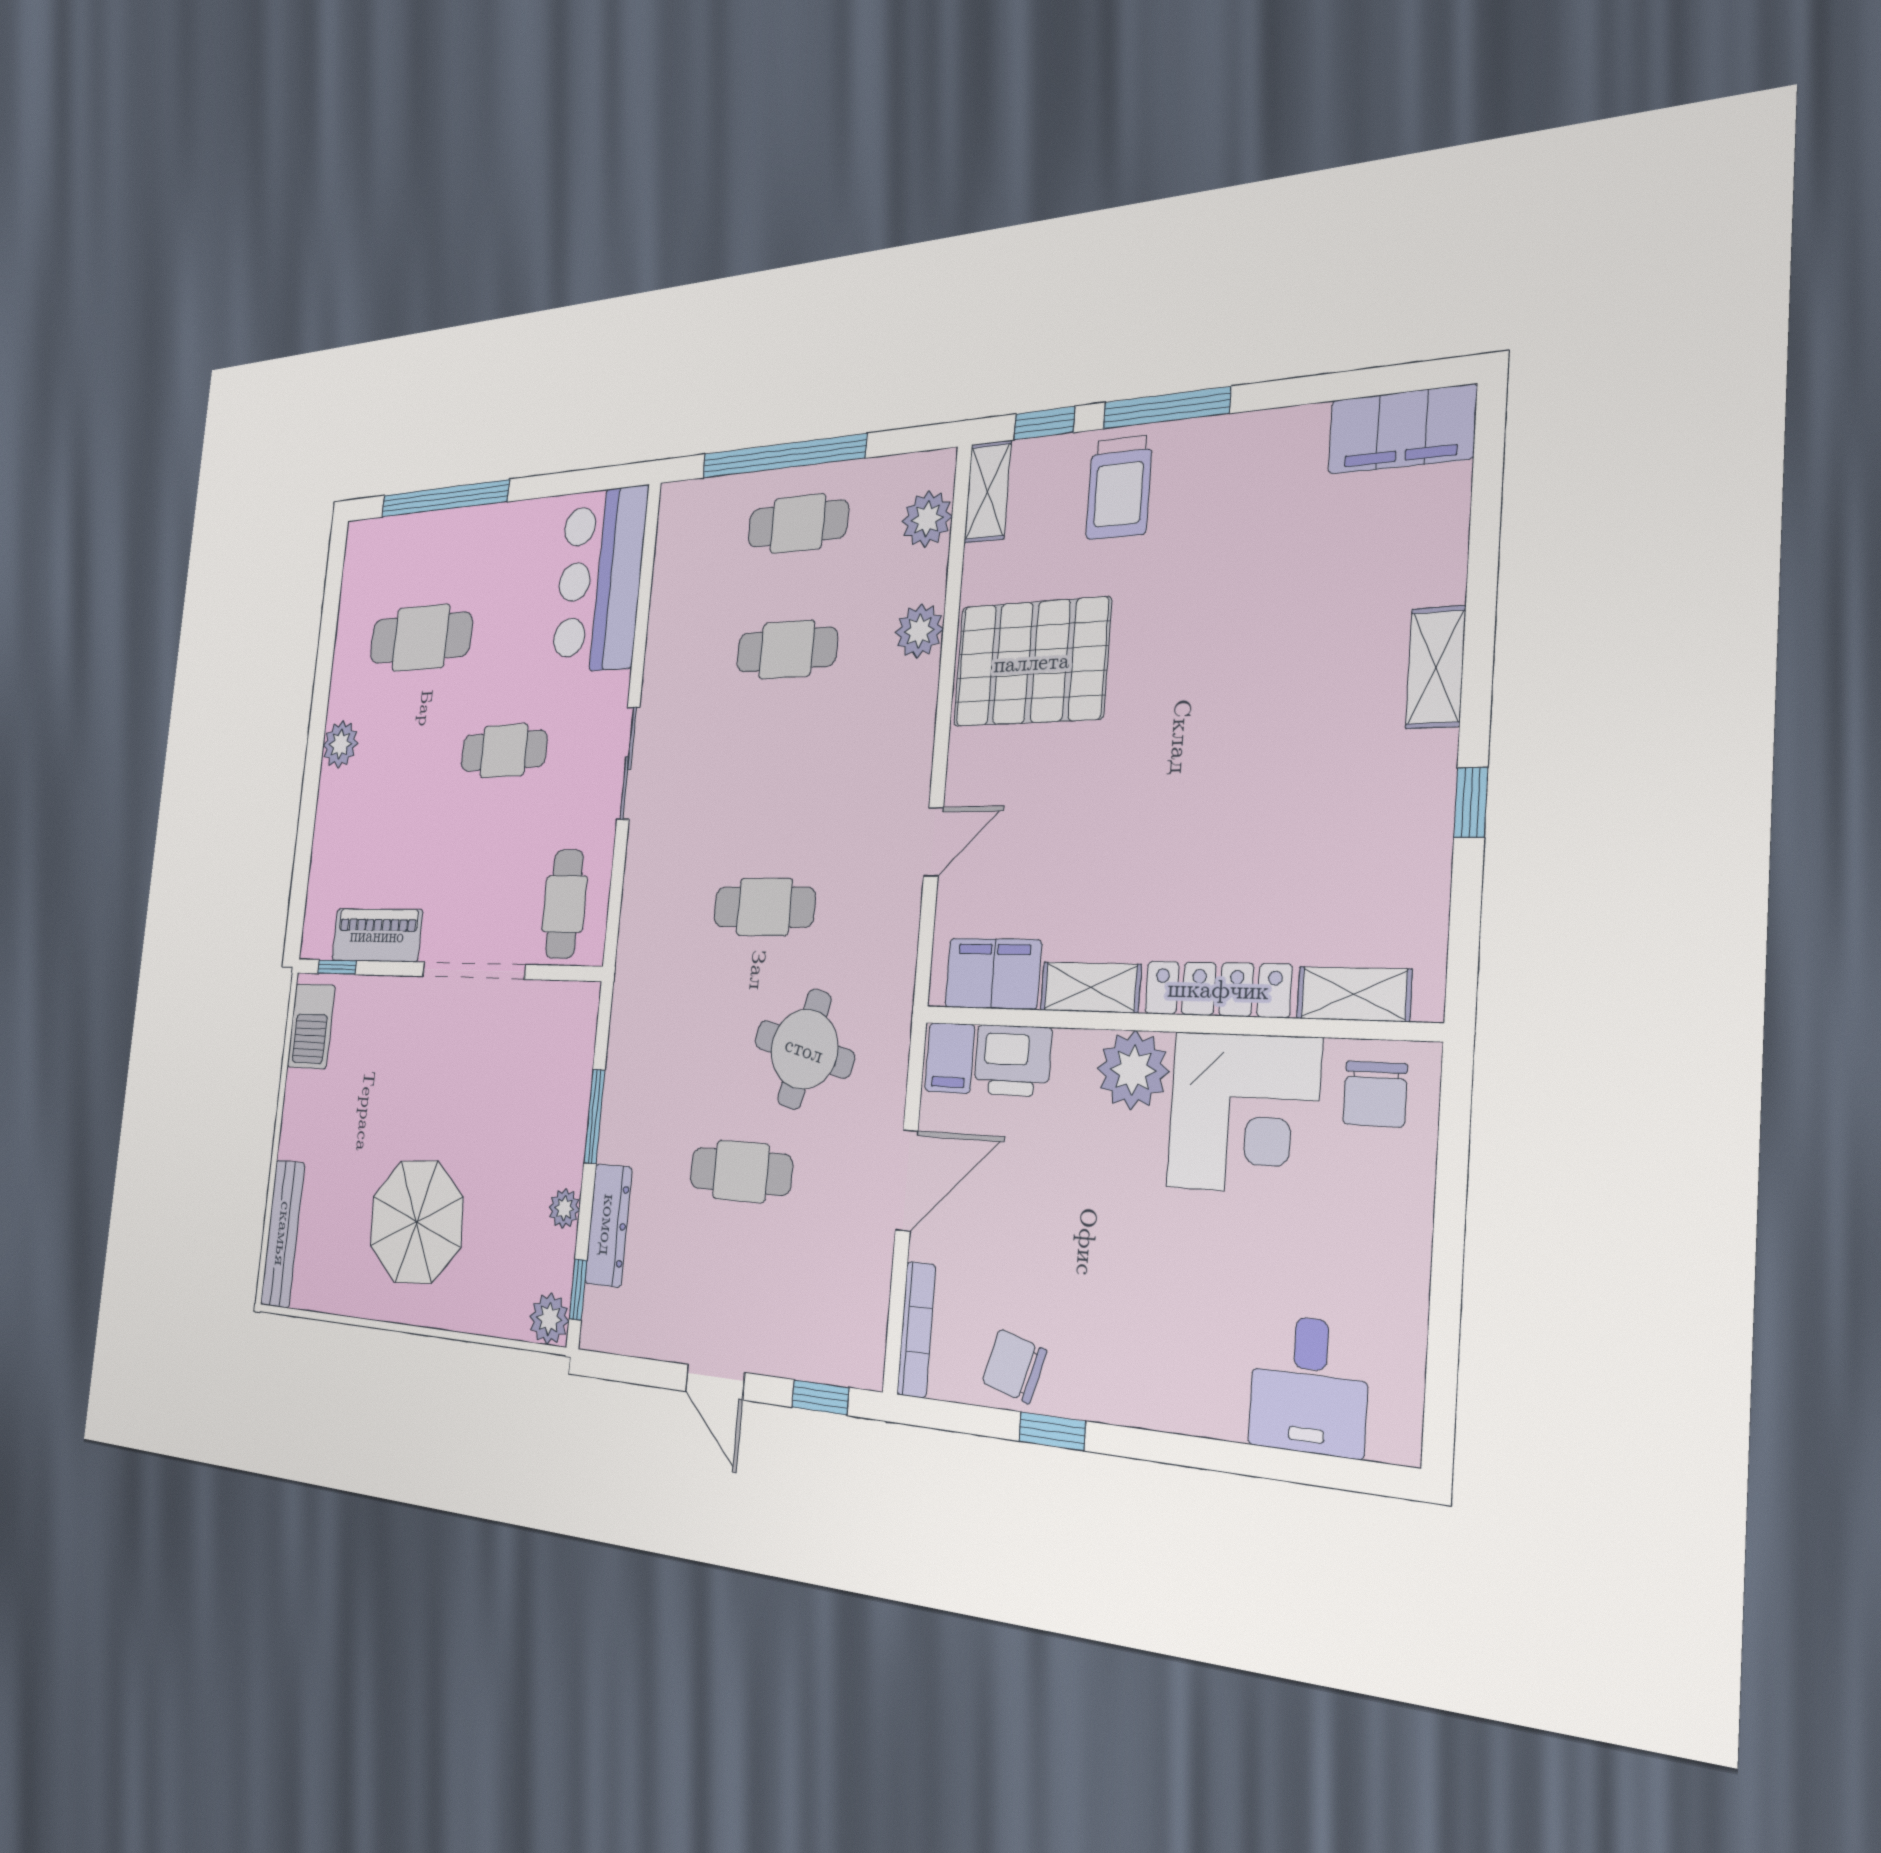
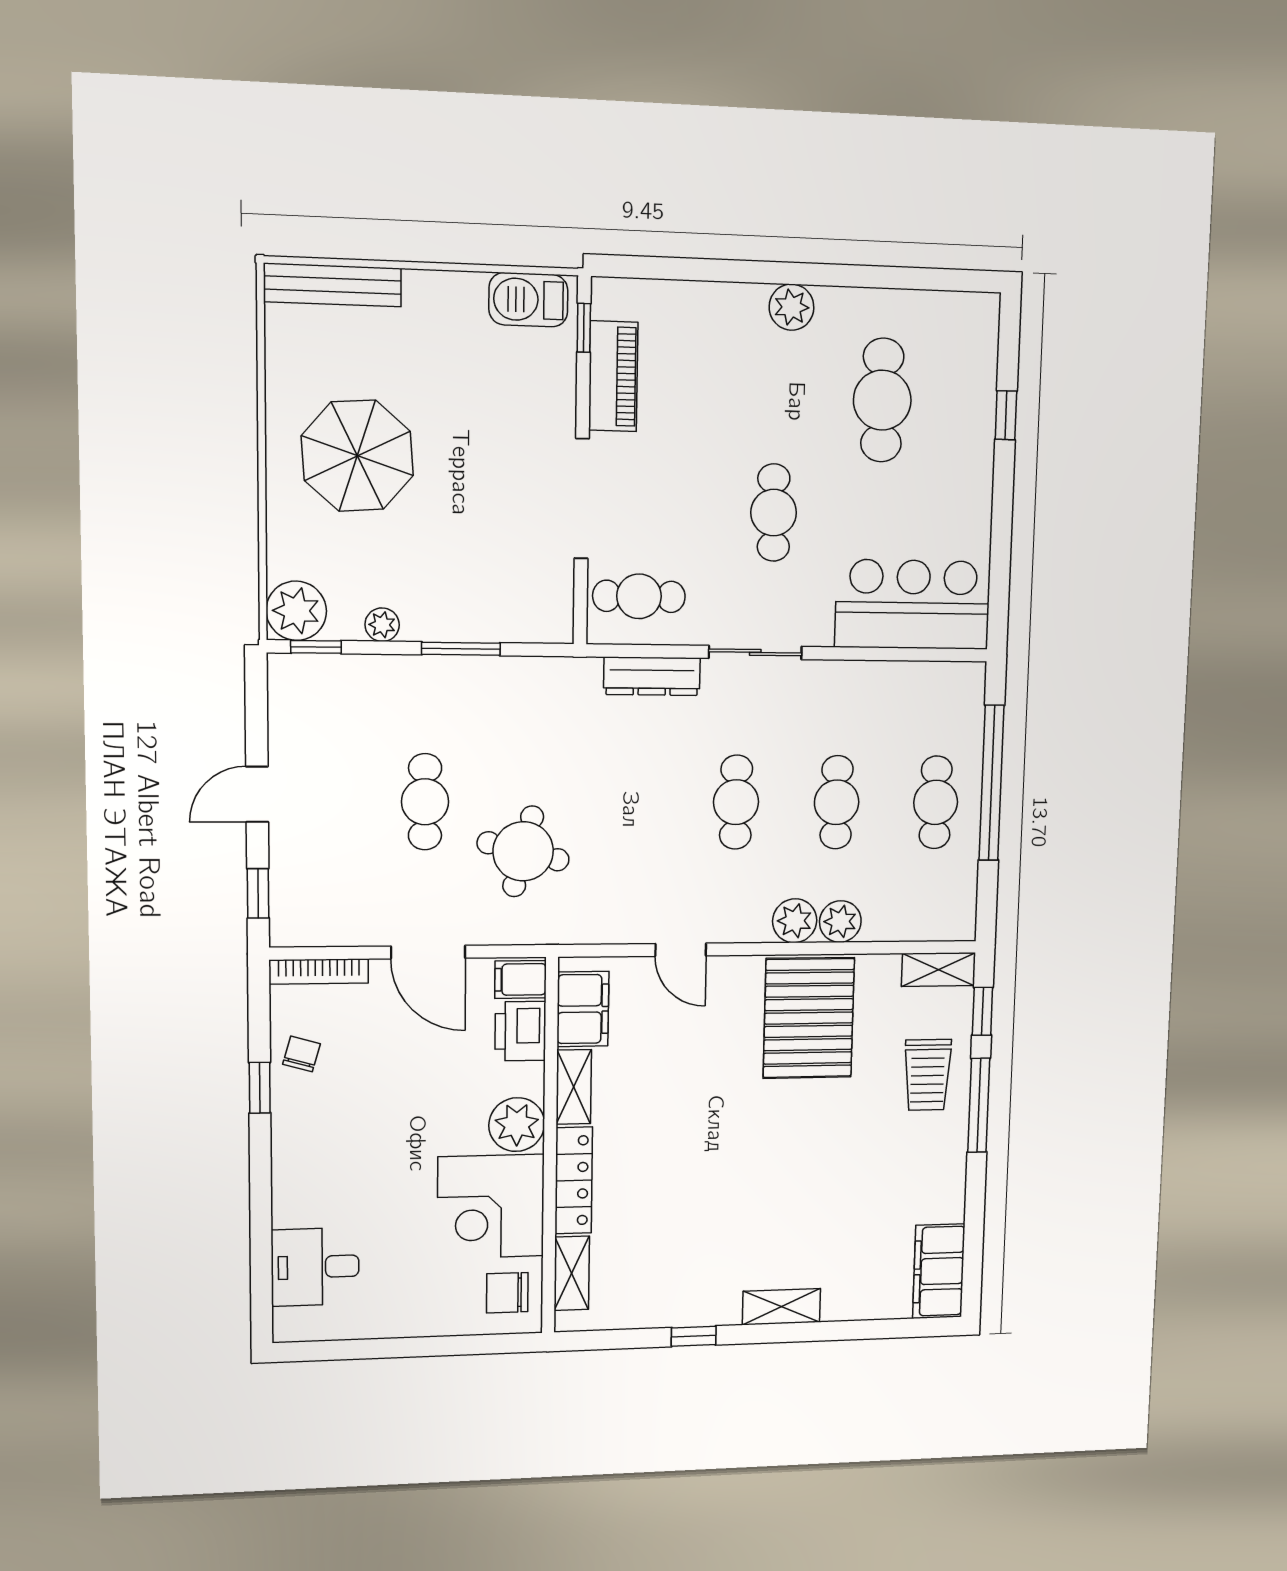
trolley: (1119, 487) -> (927, 1075), turned -90
window: (445, 498) -> (1006, 415), width x0.32
plant: (927, 519) -> (795, 921), moved
cafe table: (764, 907) -> (736, 802), moved
dresser: (608, 1225) -> (652, 676), moved
plant: (549, 1319) -> (296, 611), width x1.36, depth x1.36
chair: (1014, 1366) -> (302, 1054), width x0.73, depth x0.73

